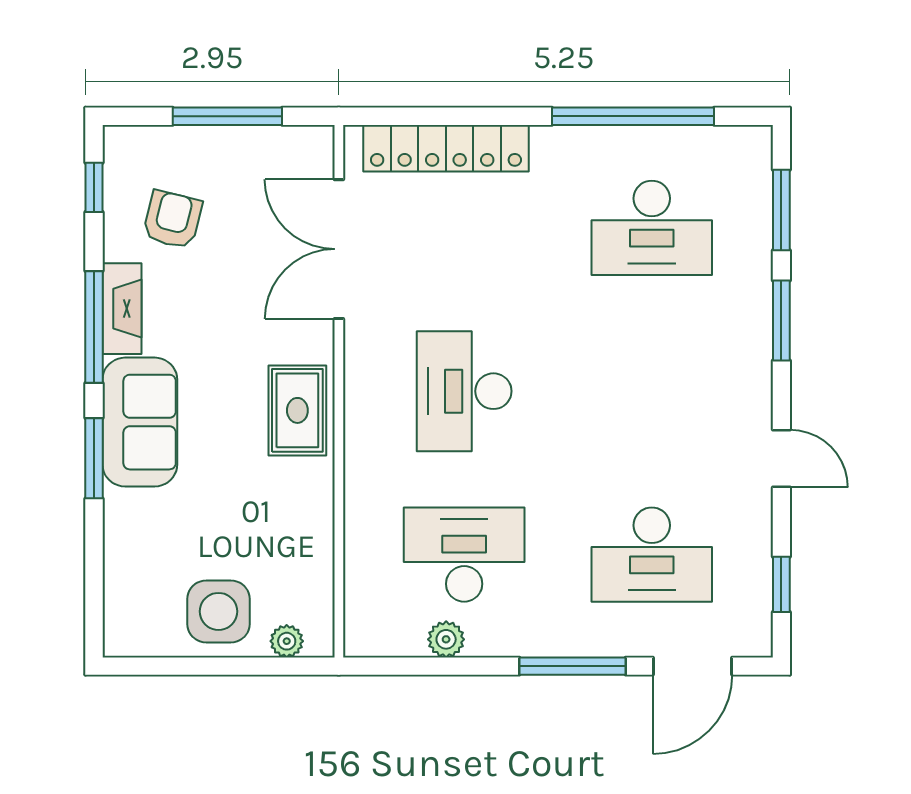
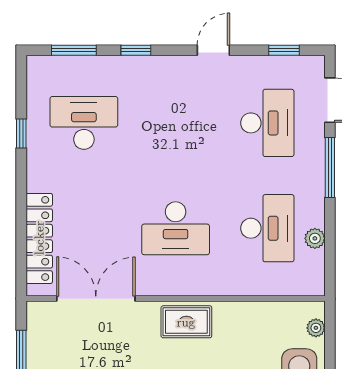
window: (633, 116) -> (21, 133), width x0.32
desk: (652, 228) -> (84, 123), turned -90
double door: (339, 249) -> (96, 299), swing flipped
window: (781, 321) -> (136, 50), width x0.67
desk: (464, 555) -> (267, 228), turned 180

